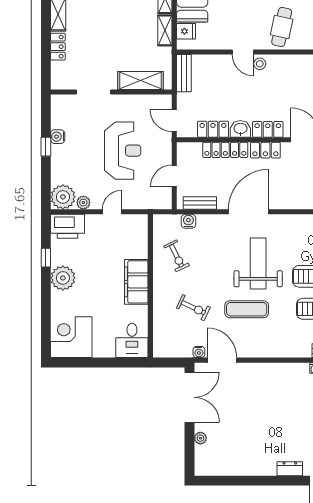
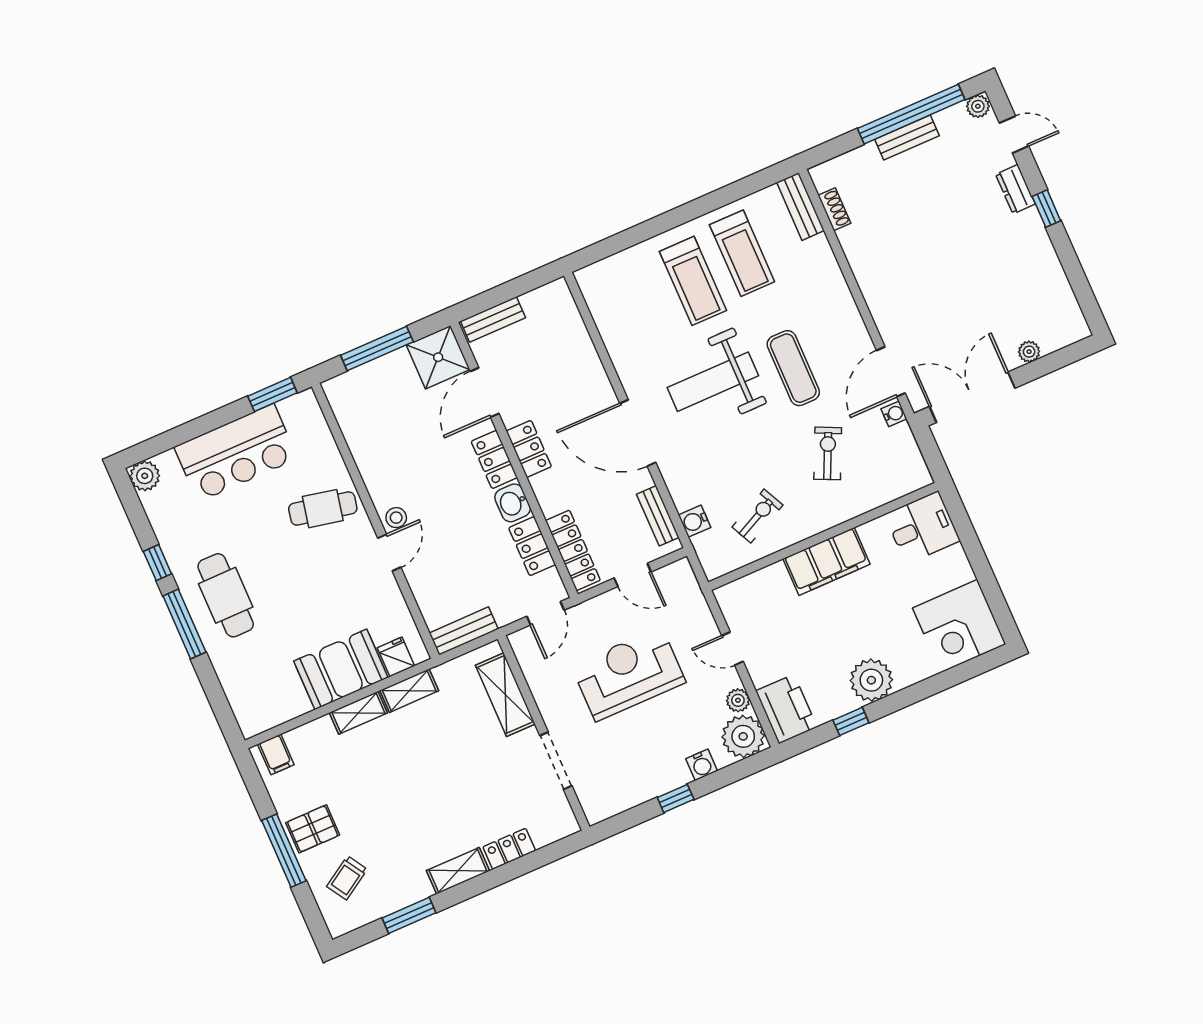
water cooler: (58, 137) -> (702, 765), moved
locker: (225, 150) -> (573, 550), moved
window: (272, 481) -> (1046, 209), added

